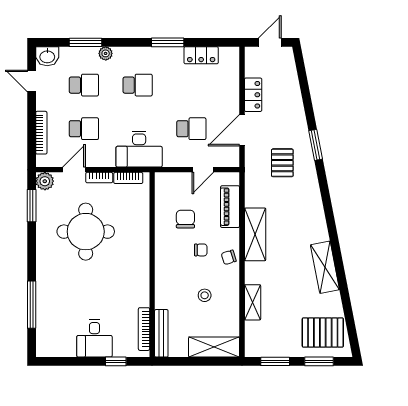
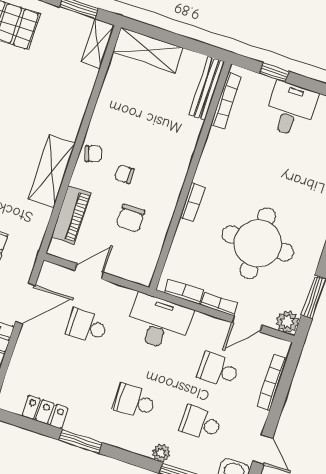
bookcase: (144, 246) -> (192, 202), added
stool: (205, 295) -> (138, 117), removed
shelving: (253, 302) -> (98, 44), moved

